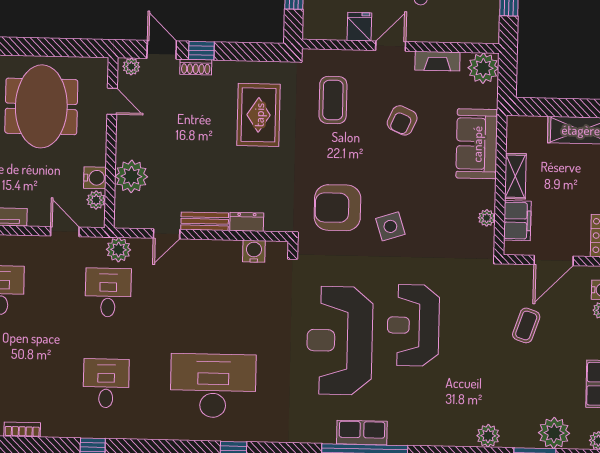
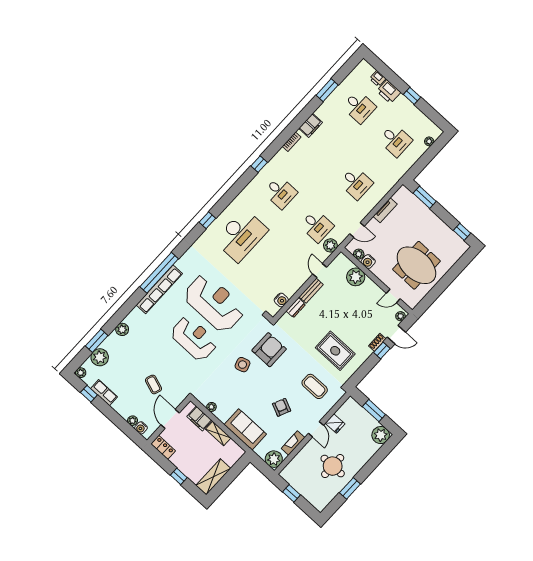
row of seats: (362, 433) -> (159, 289), width x2.02

